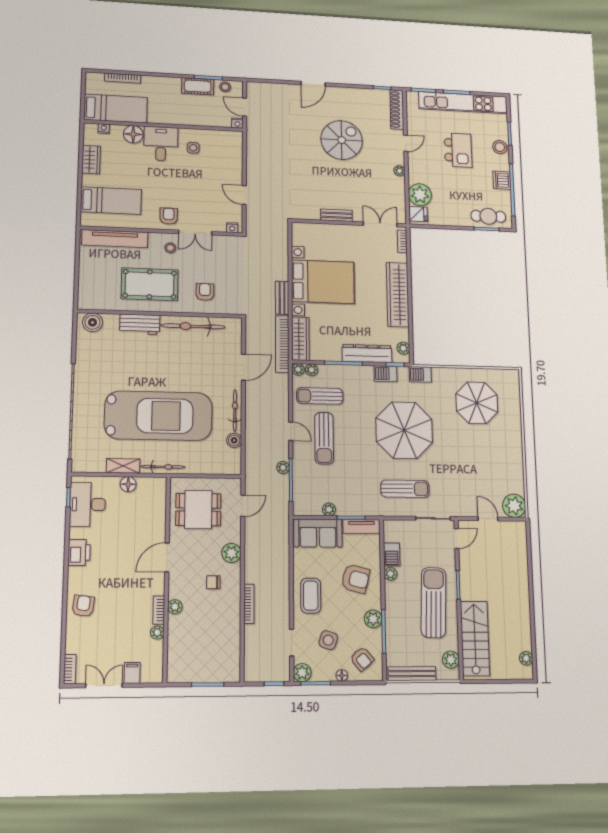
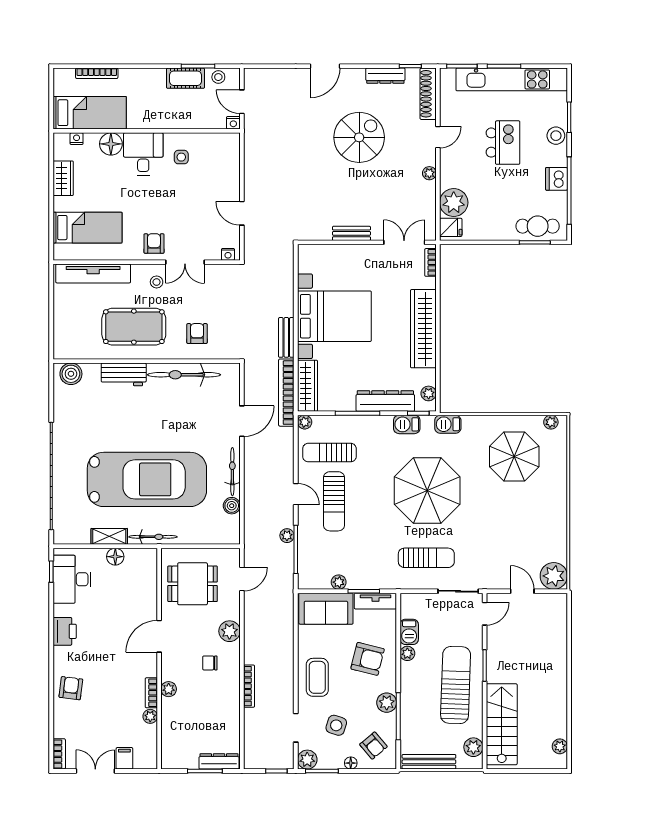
dresser: (362, 94) -> (385, 76), added
plant: (312, 370) -> (551, 422), moved
dresser: (221, 675) -> (219, 761), added

